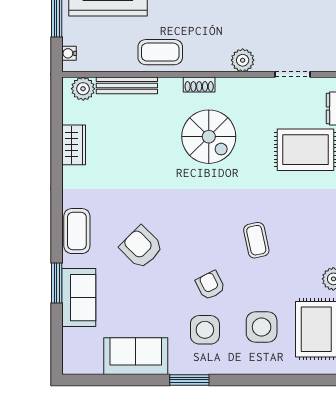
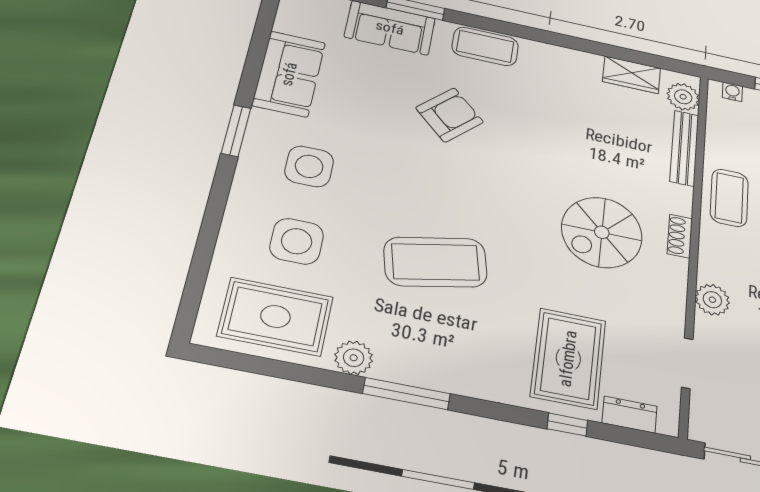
wardrobe: (74, 145) -> (632, 75), moved
coffee table: (256, 240) -> (436, 262), width x1.86, depth x1.72
armchair: (210, 285) -> (376, 188), removed

